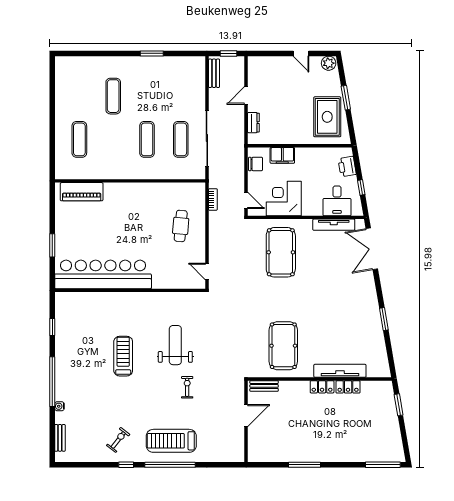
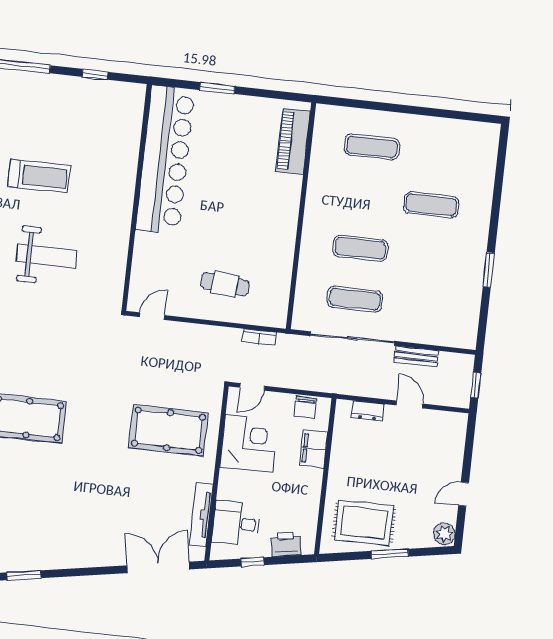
bench: (214, 73) -> (416, 356), moved
window: (384, 319) -> (24, 575), moved

